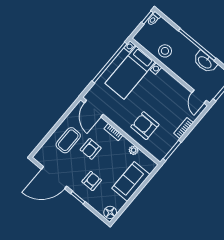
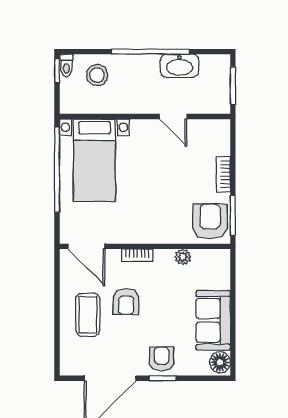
stool: (165, 51) -> (97, 75), moved
door: (199, 96) -> (173, 116), moved
armchair: (145, 126) -> (210, 221), moved, turned 90
armchair: (92, 181) -> (162, 359), moved
sofa: (131, 181) -> (213, 320), moved

